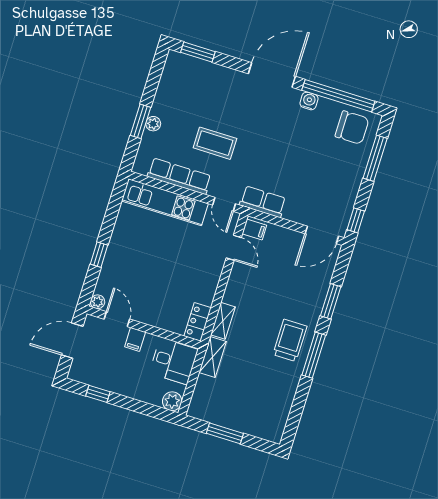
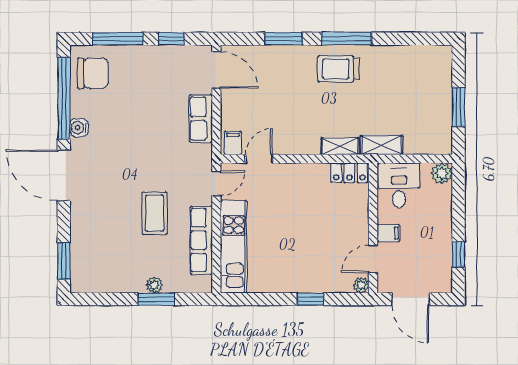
chair: (352, 128) -> (93, 73), turned 90
row of seats: (263, 202) -> (201, 119), moved
window: (356, 220) -> (171, 39), moved

